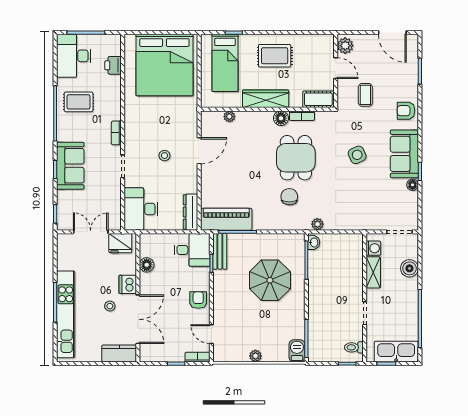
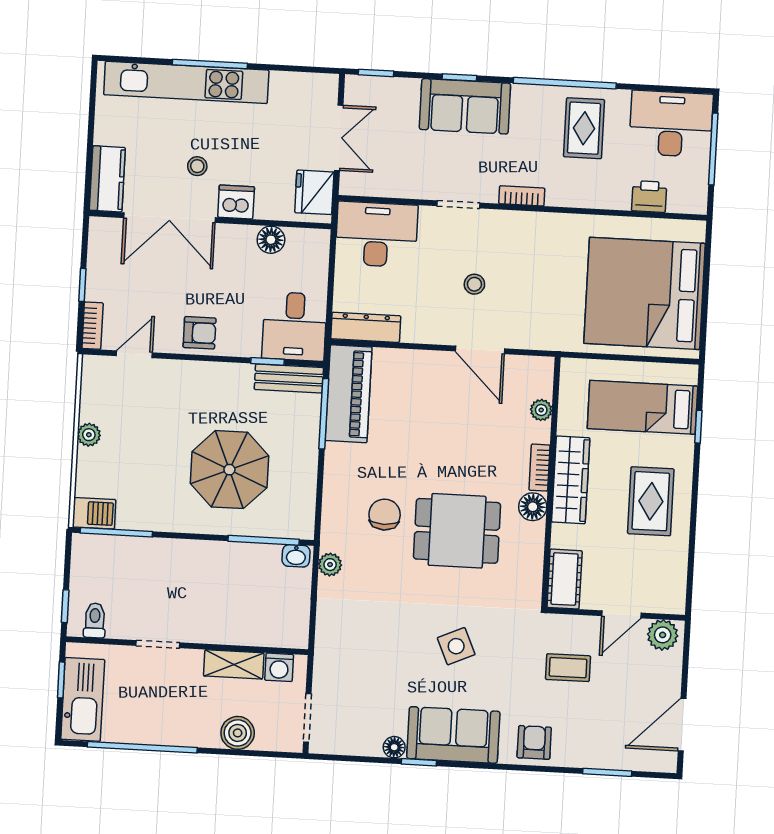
bookcase: (302, 116) -> (540, 468), moved
chair: (289, 197) -> (385, 515), turned -90

